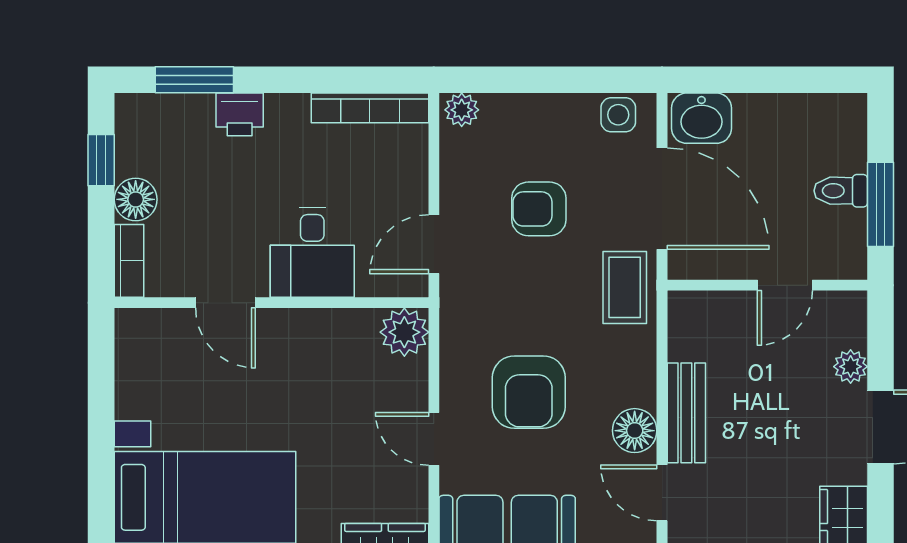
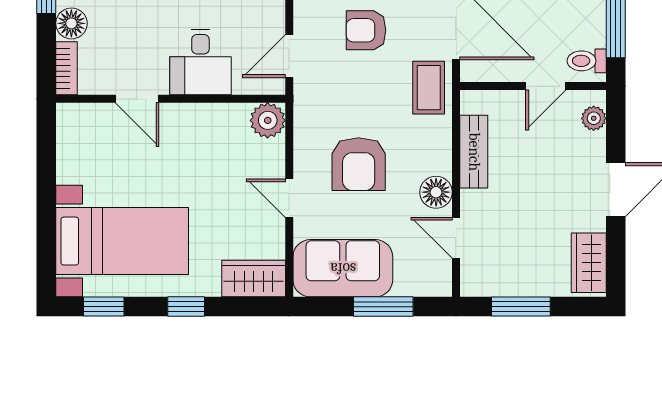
toilet: (841, 191) -> (587, 61), moved
plant: (851, 367) -> (594, 118), moved
bench: (686, 413) -> (474, 152), moved

